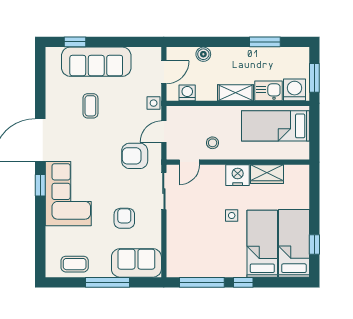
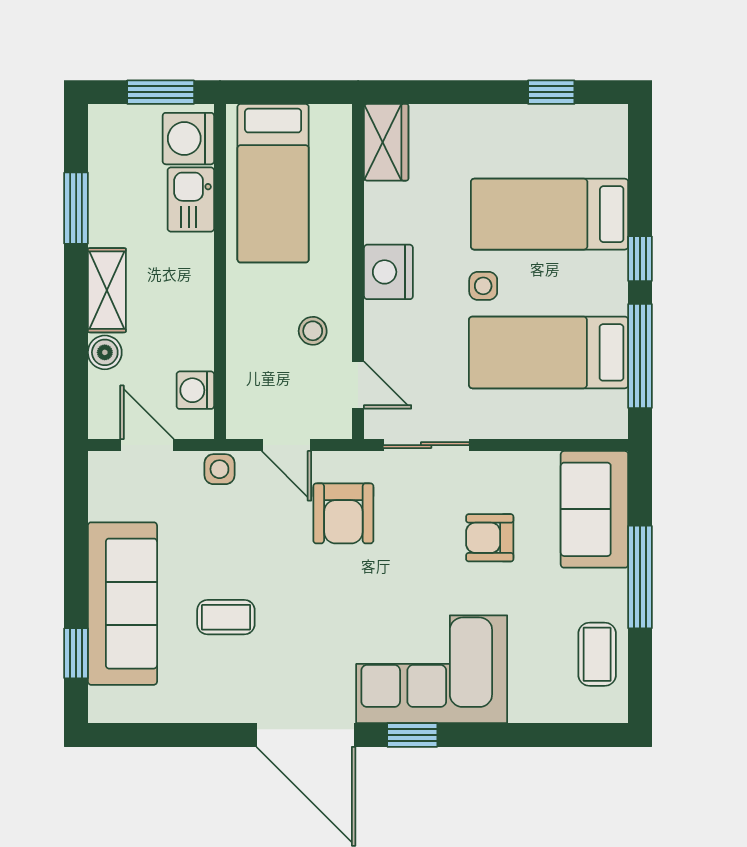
shelving: (236, 93) -> (107, 290), moved
wardrobe: (267, 174) -> (386, 142), moved
bed: (294, 243) -> (549, 352), moved

